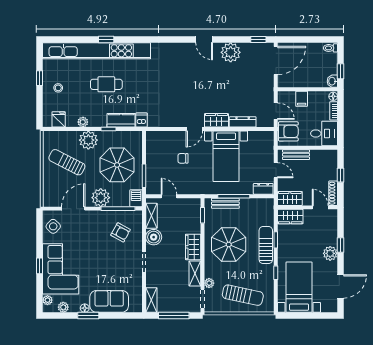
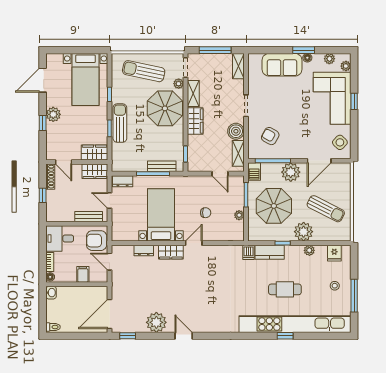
window: (340, 71) -> (43, 303), removed
window: (40, 78) -> (354, 296), width x2.17
dresser: (243, 122) -> (144, 250), width x0.70
plant: (151, 156) -> (239, 215), added
parasol: (229, 244) -> (165, 108), moved
sun lounger: (266, 245) -> (120, 123), turned 180

